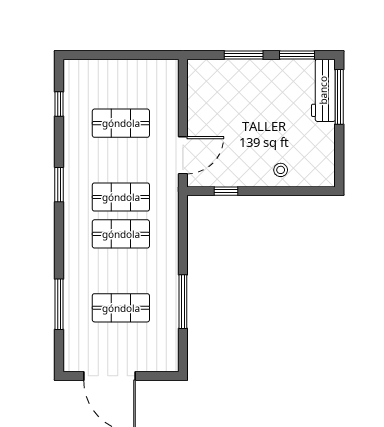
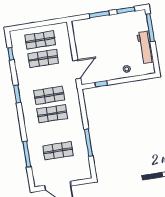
shop shelf: (121, 86) -> (40, 40), added
workbench: (323, 90) -> (145, 47), moved

